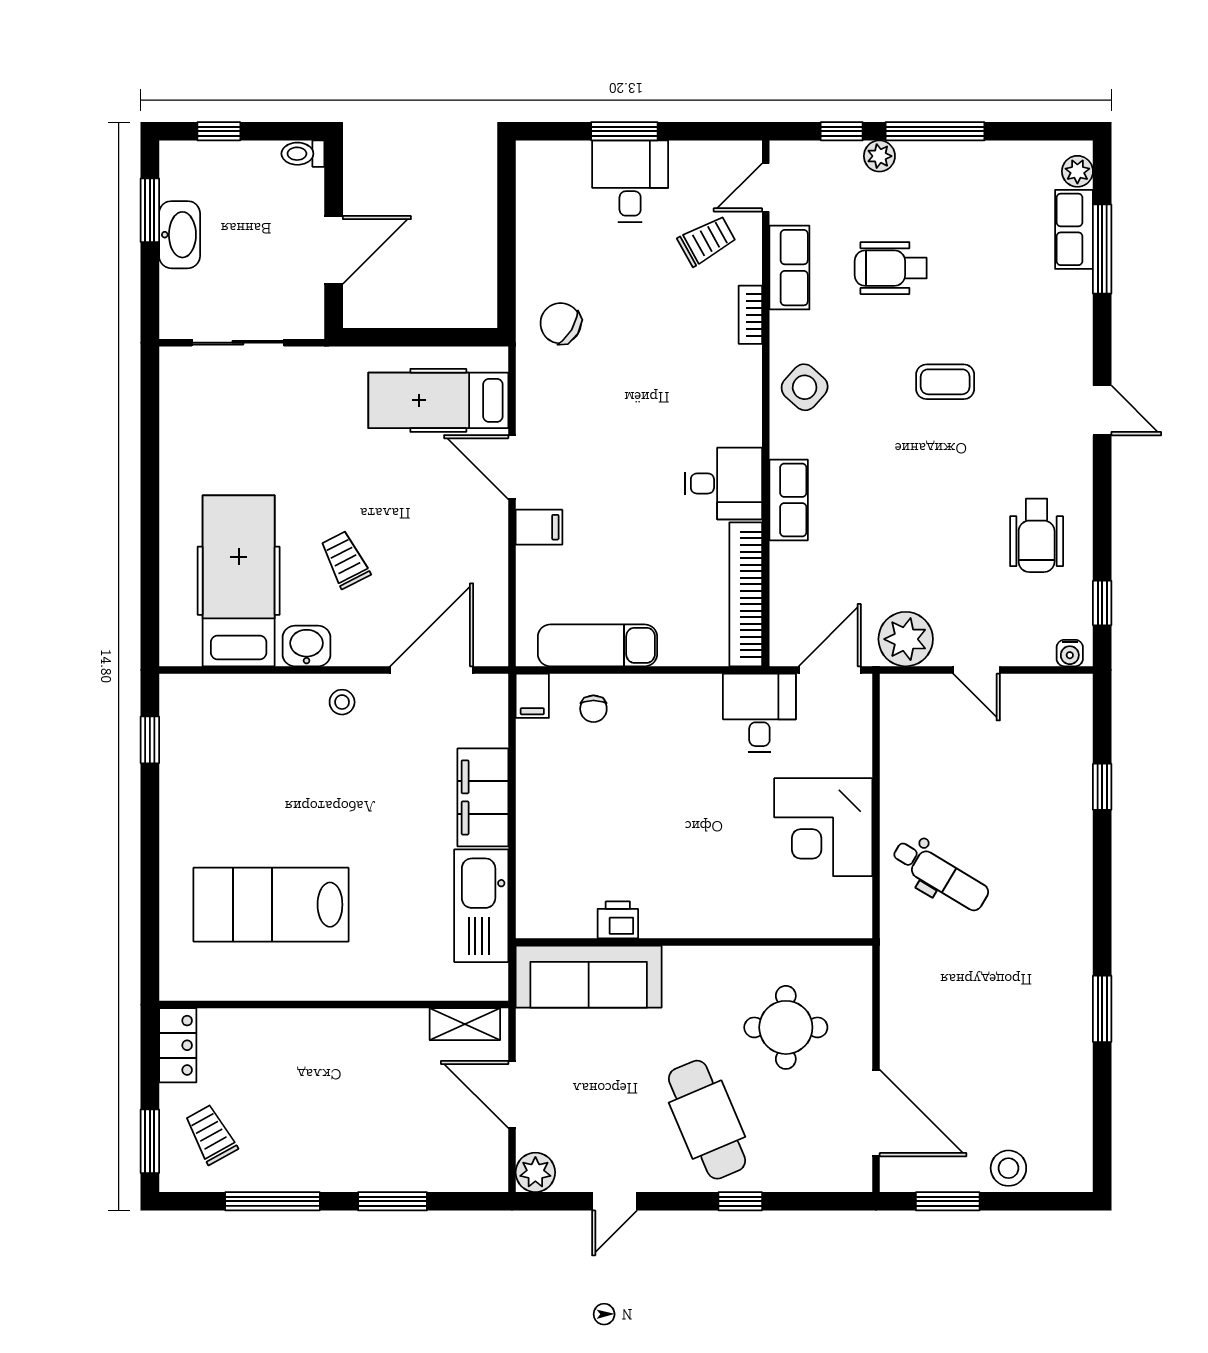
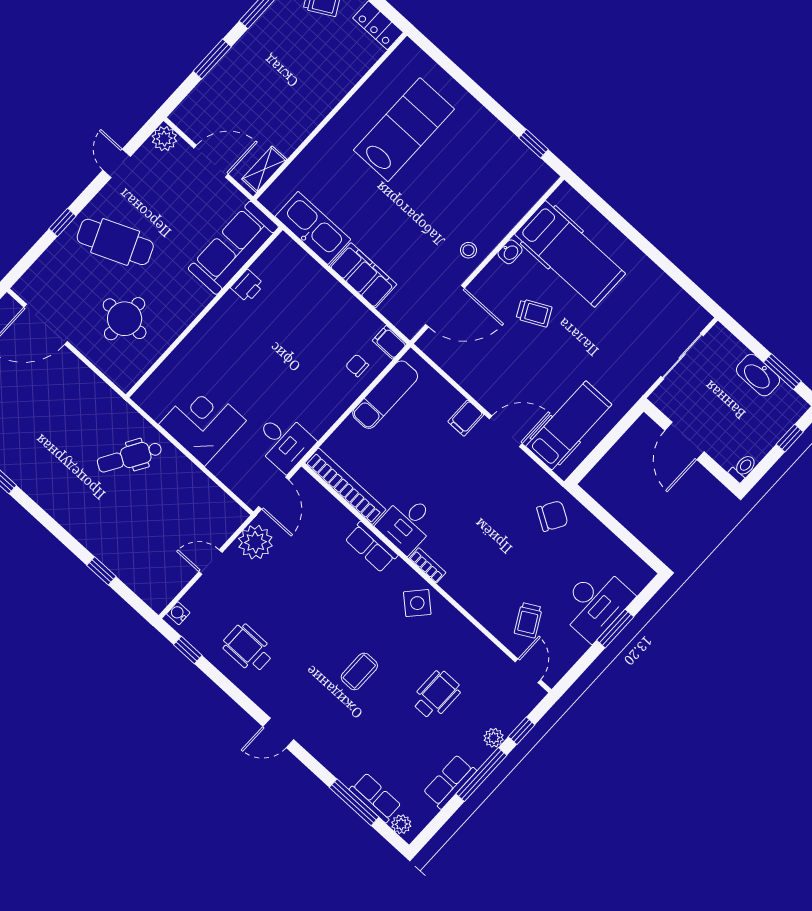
desk: (630, 181) -> (595, 603), width x1.37
row of seats: (789, 268) -> (450, 782), moved, turned 90
bookcase: (750, 315) -> (427, 565), moved
washbasin: (307, 646) -> (510, 252), width x0.72, depth x0.69
door: (432, 670) -> (445, 306), hinge flipped

